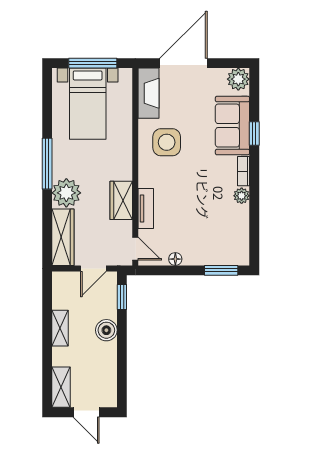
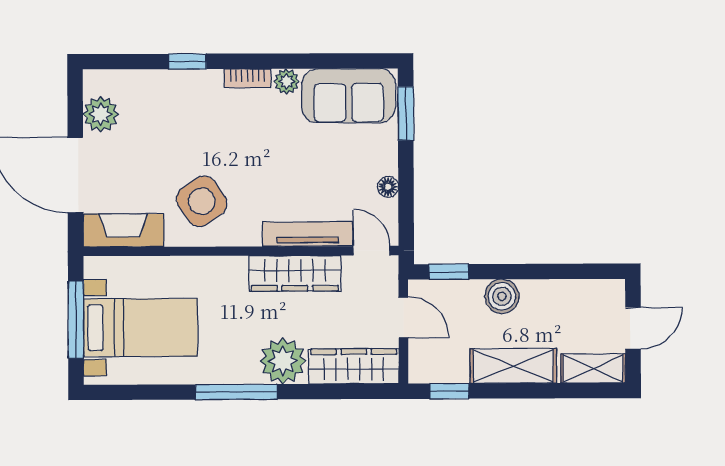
plant: (238, 79) -> (101, 114), moved
sofa: (232, 126) -> (349, 96), moved
side table: (167, 142) -> (202, 201), turned -35
wardrobe: (121, 200) -> (295, 273), width x1.50
tv unit: (146, 209) -> (308, 234), width x1.41
door: (135, 249) -> (371, 251), hinge flipped
window: (47, 297) -> (449, 391), added
shelving: (60, 328) -> (513, 366), width x1.50, depth x1.33

